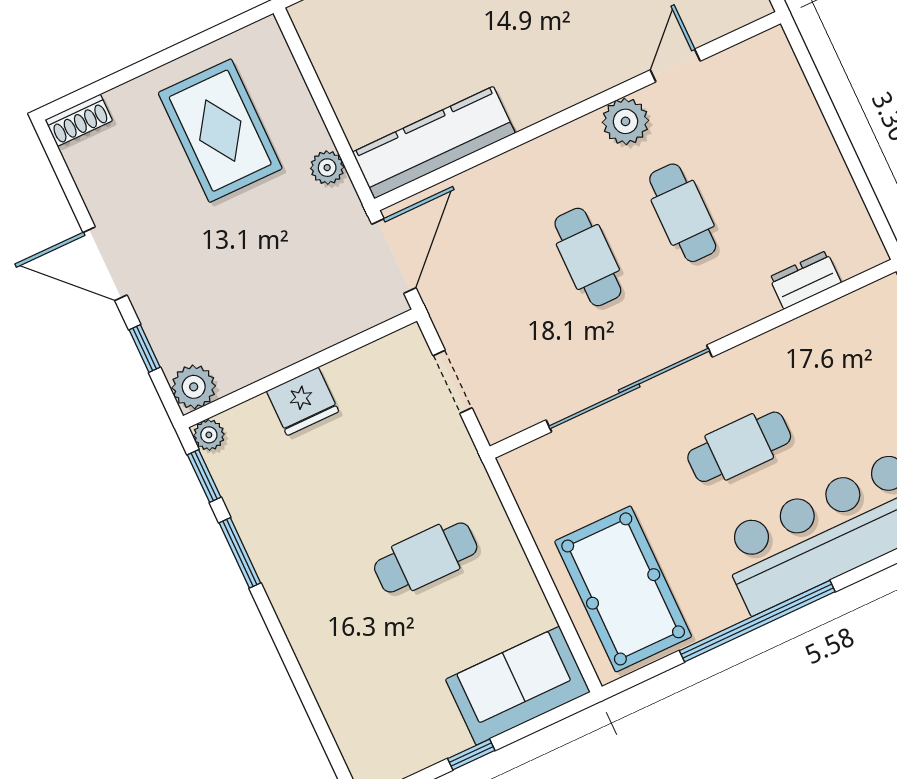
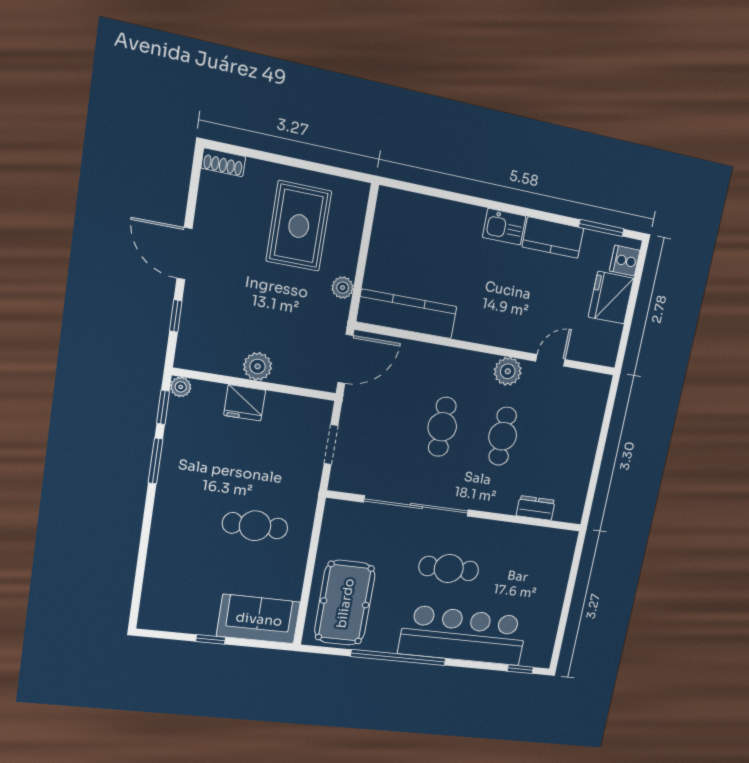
plant: (194, 387) -> (258, 366), moved

